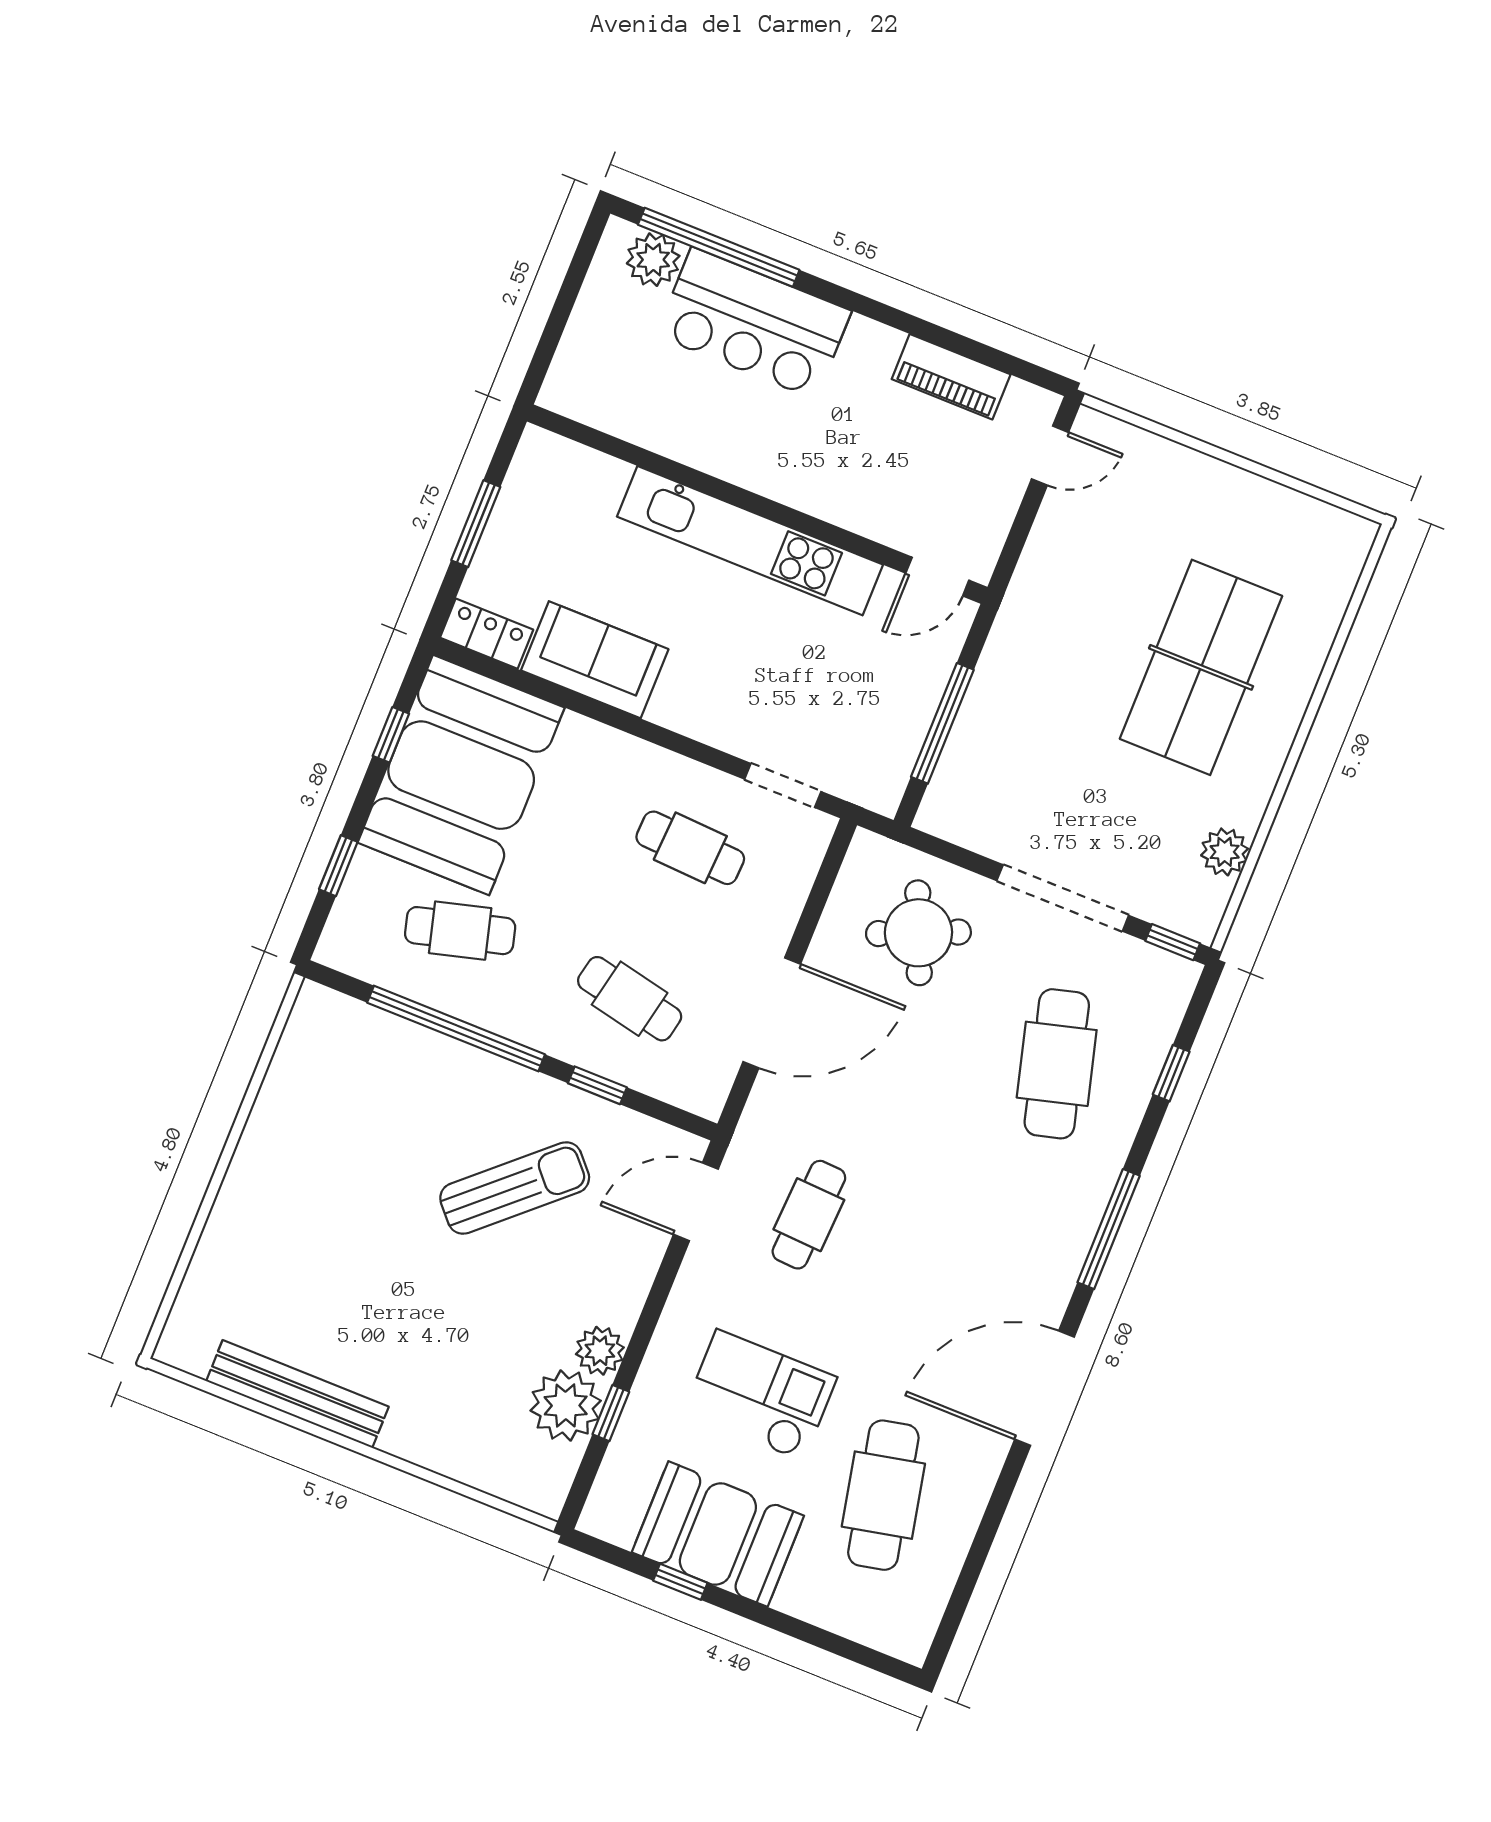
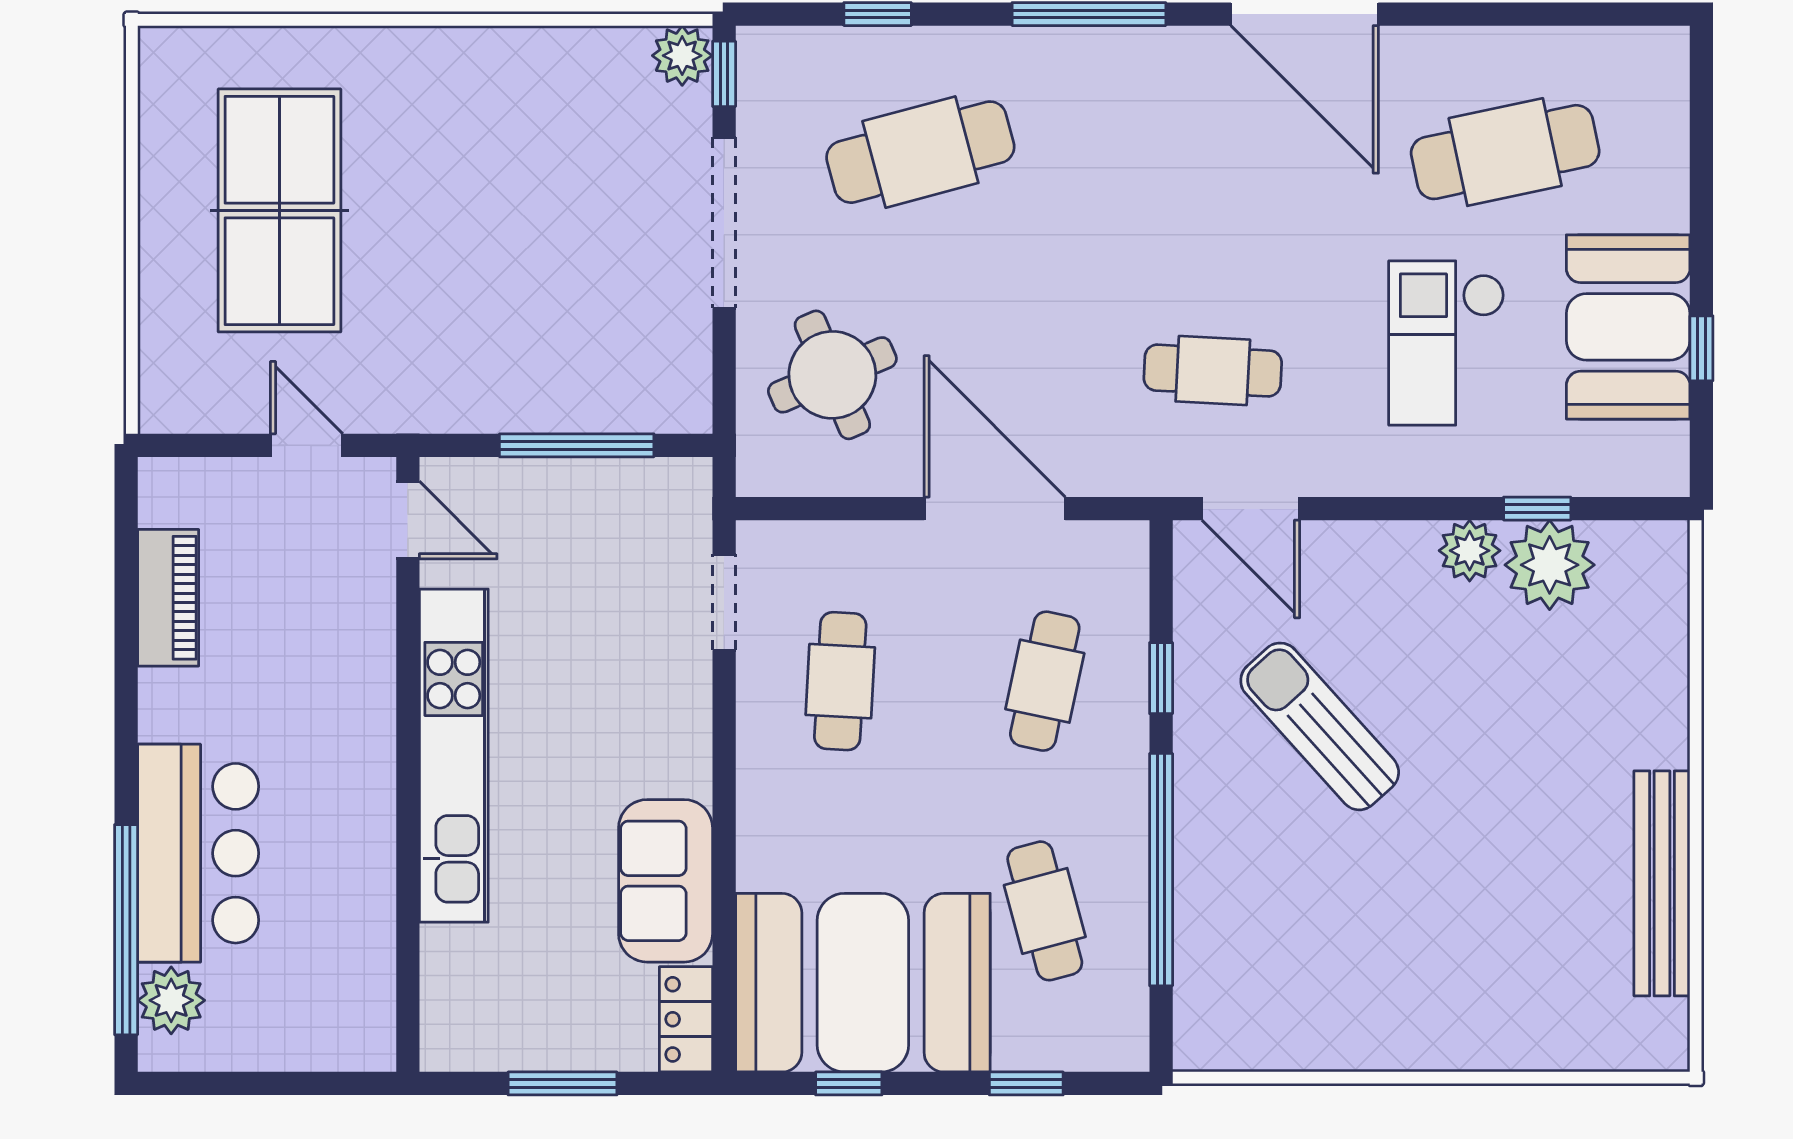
door: (1050, 456) -> (307, 445), moved
table tennis table: (1201, 667) -> (279, 210), moved, turned 90
plant: (1225, 852) -> (682, 56), moved

